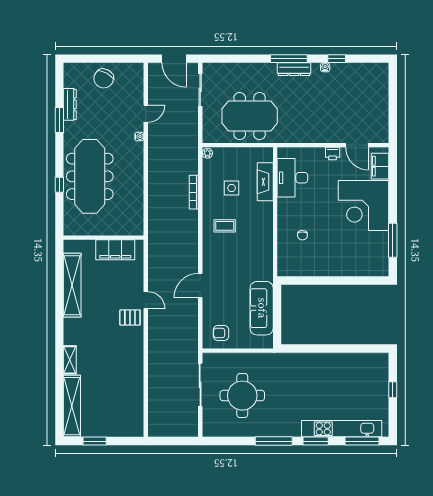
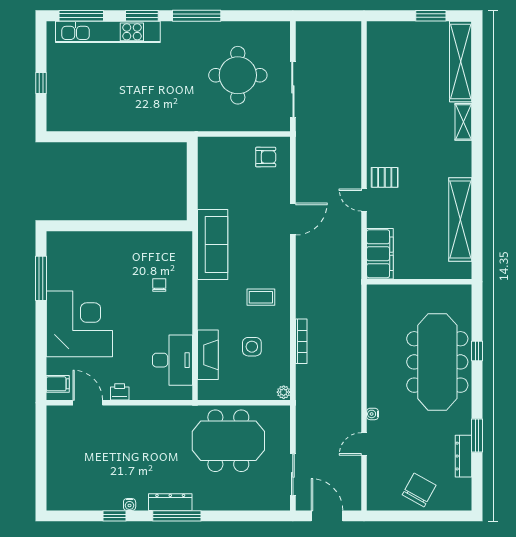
filing cabinet: (380, 166) -> (58, 384), width x0.50
filing cabinet: (115, 250) -> (380, 254), moved, turned 90
sofa: (262, 308) -> (213, 244), moved

